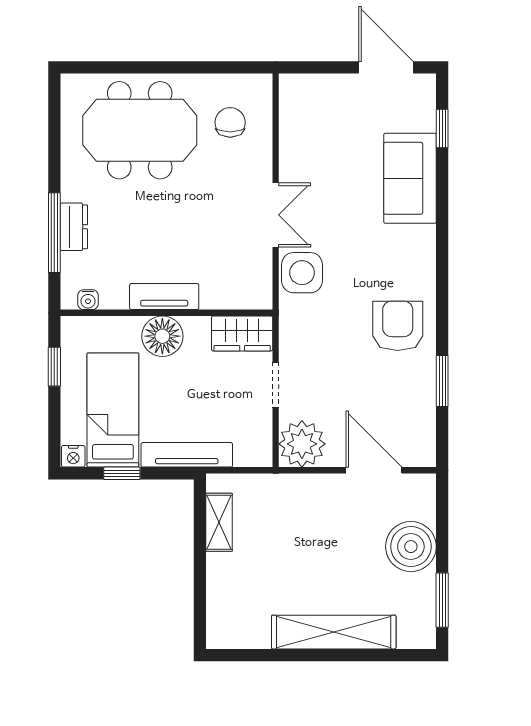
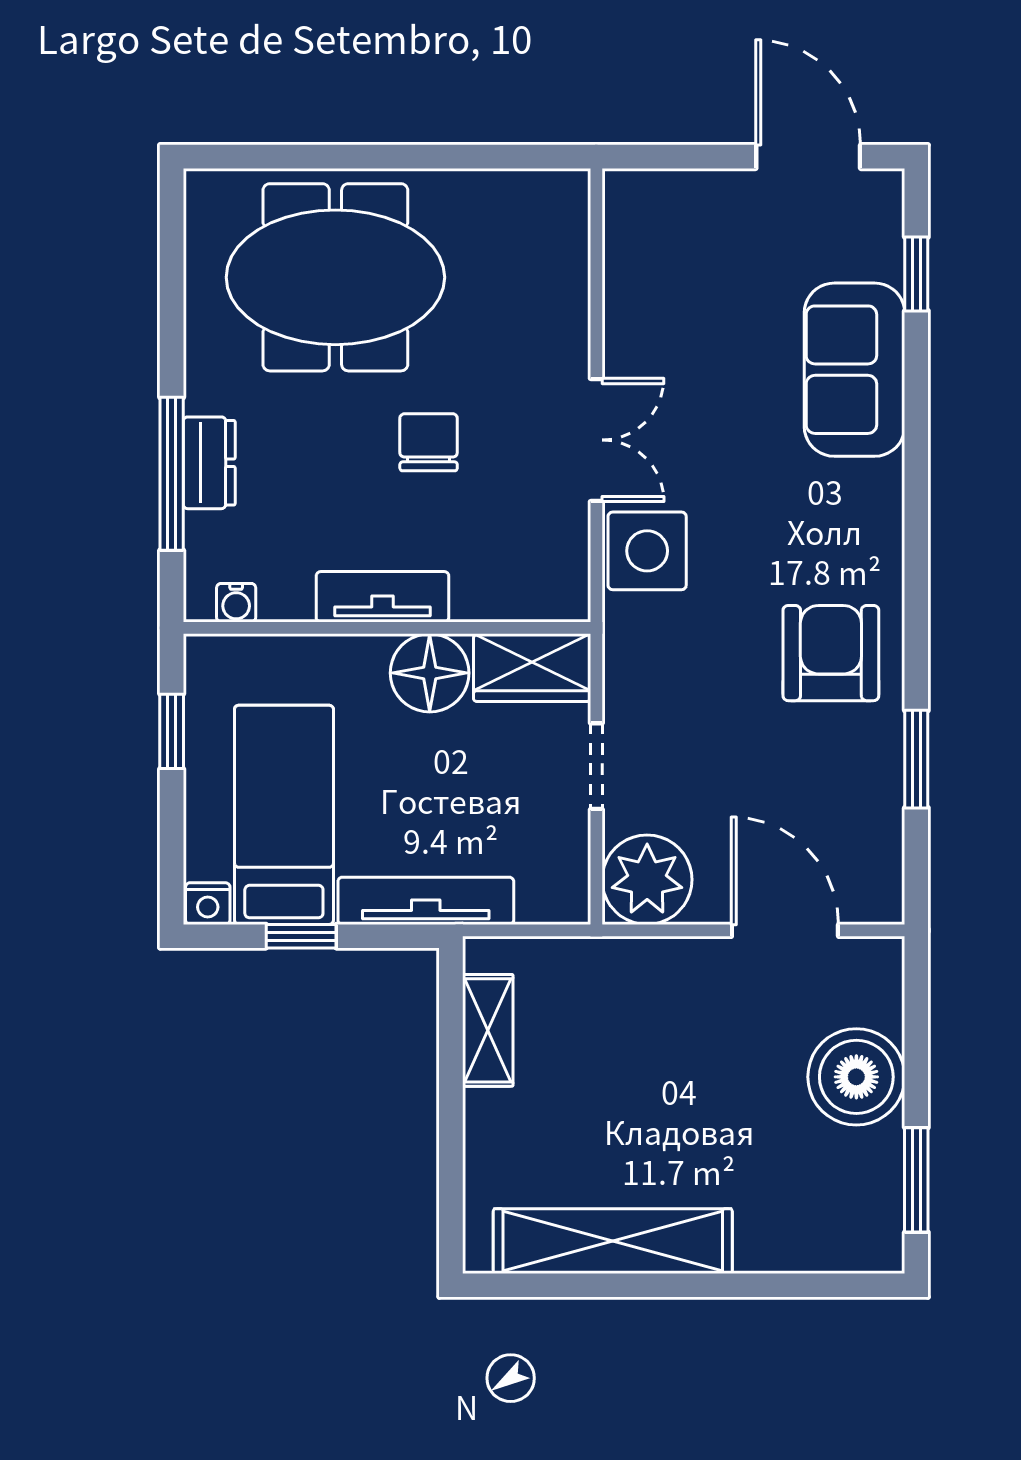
chair: (230, 122) -> (429, 442), moved
floor lamp: (162, 336) -> (430, 673), moved
shelving: (334, 632) -> (613, 1241), moved

